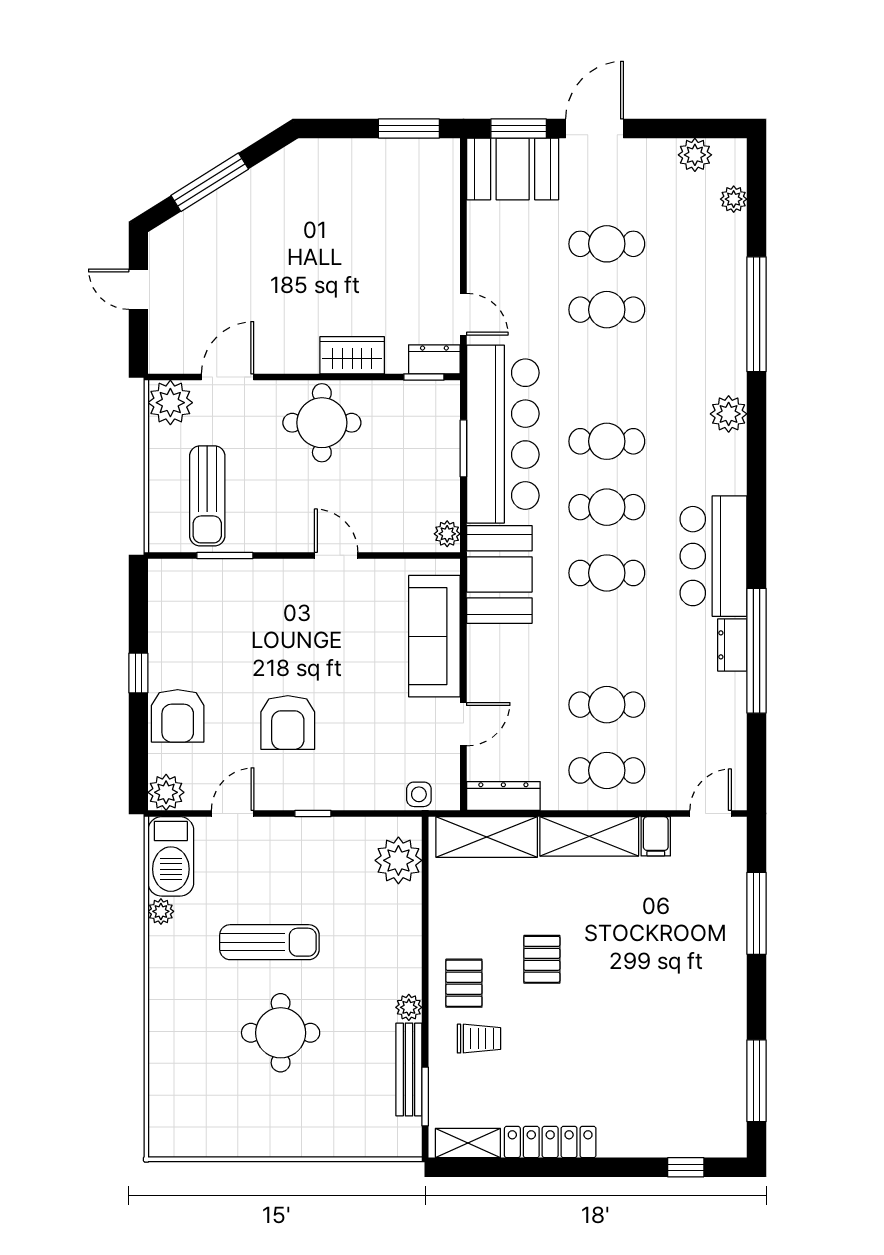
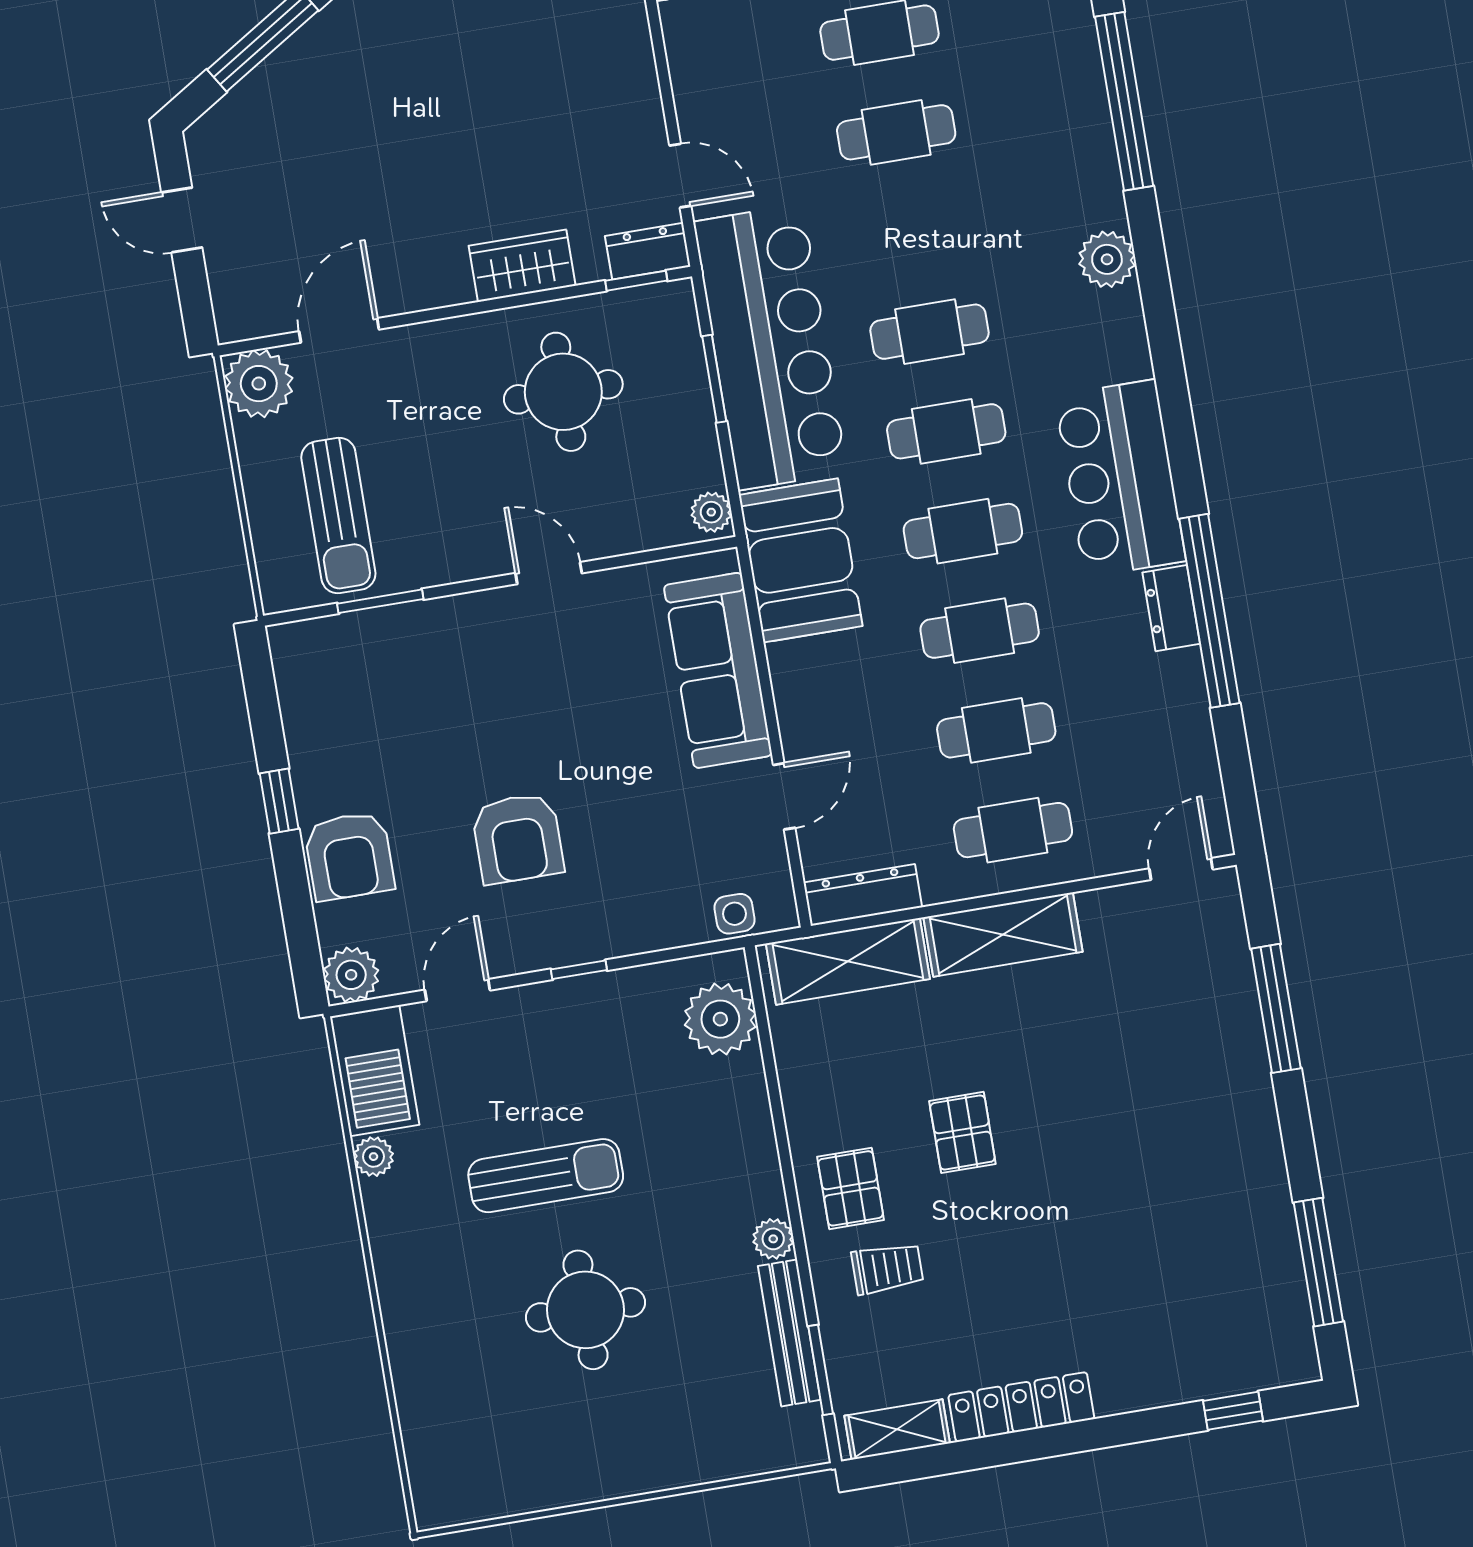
round table: (322, 423) -> (563, 392), moved
cafe table: (607, 639) -> (980, 631), added
filing cabinet: (656, 836) -> (1104, 917), removed

